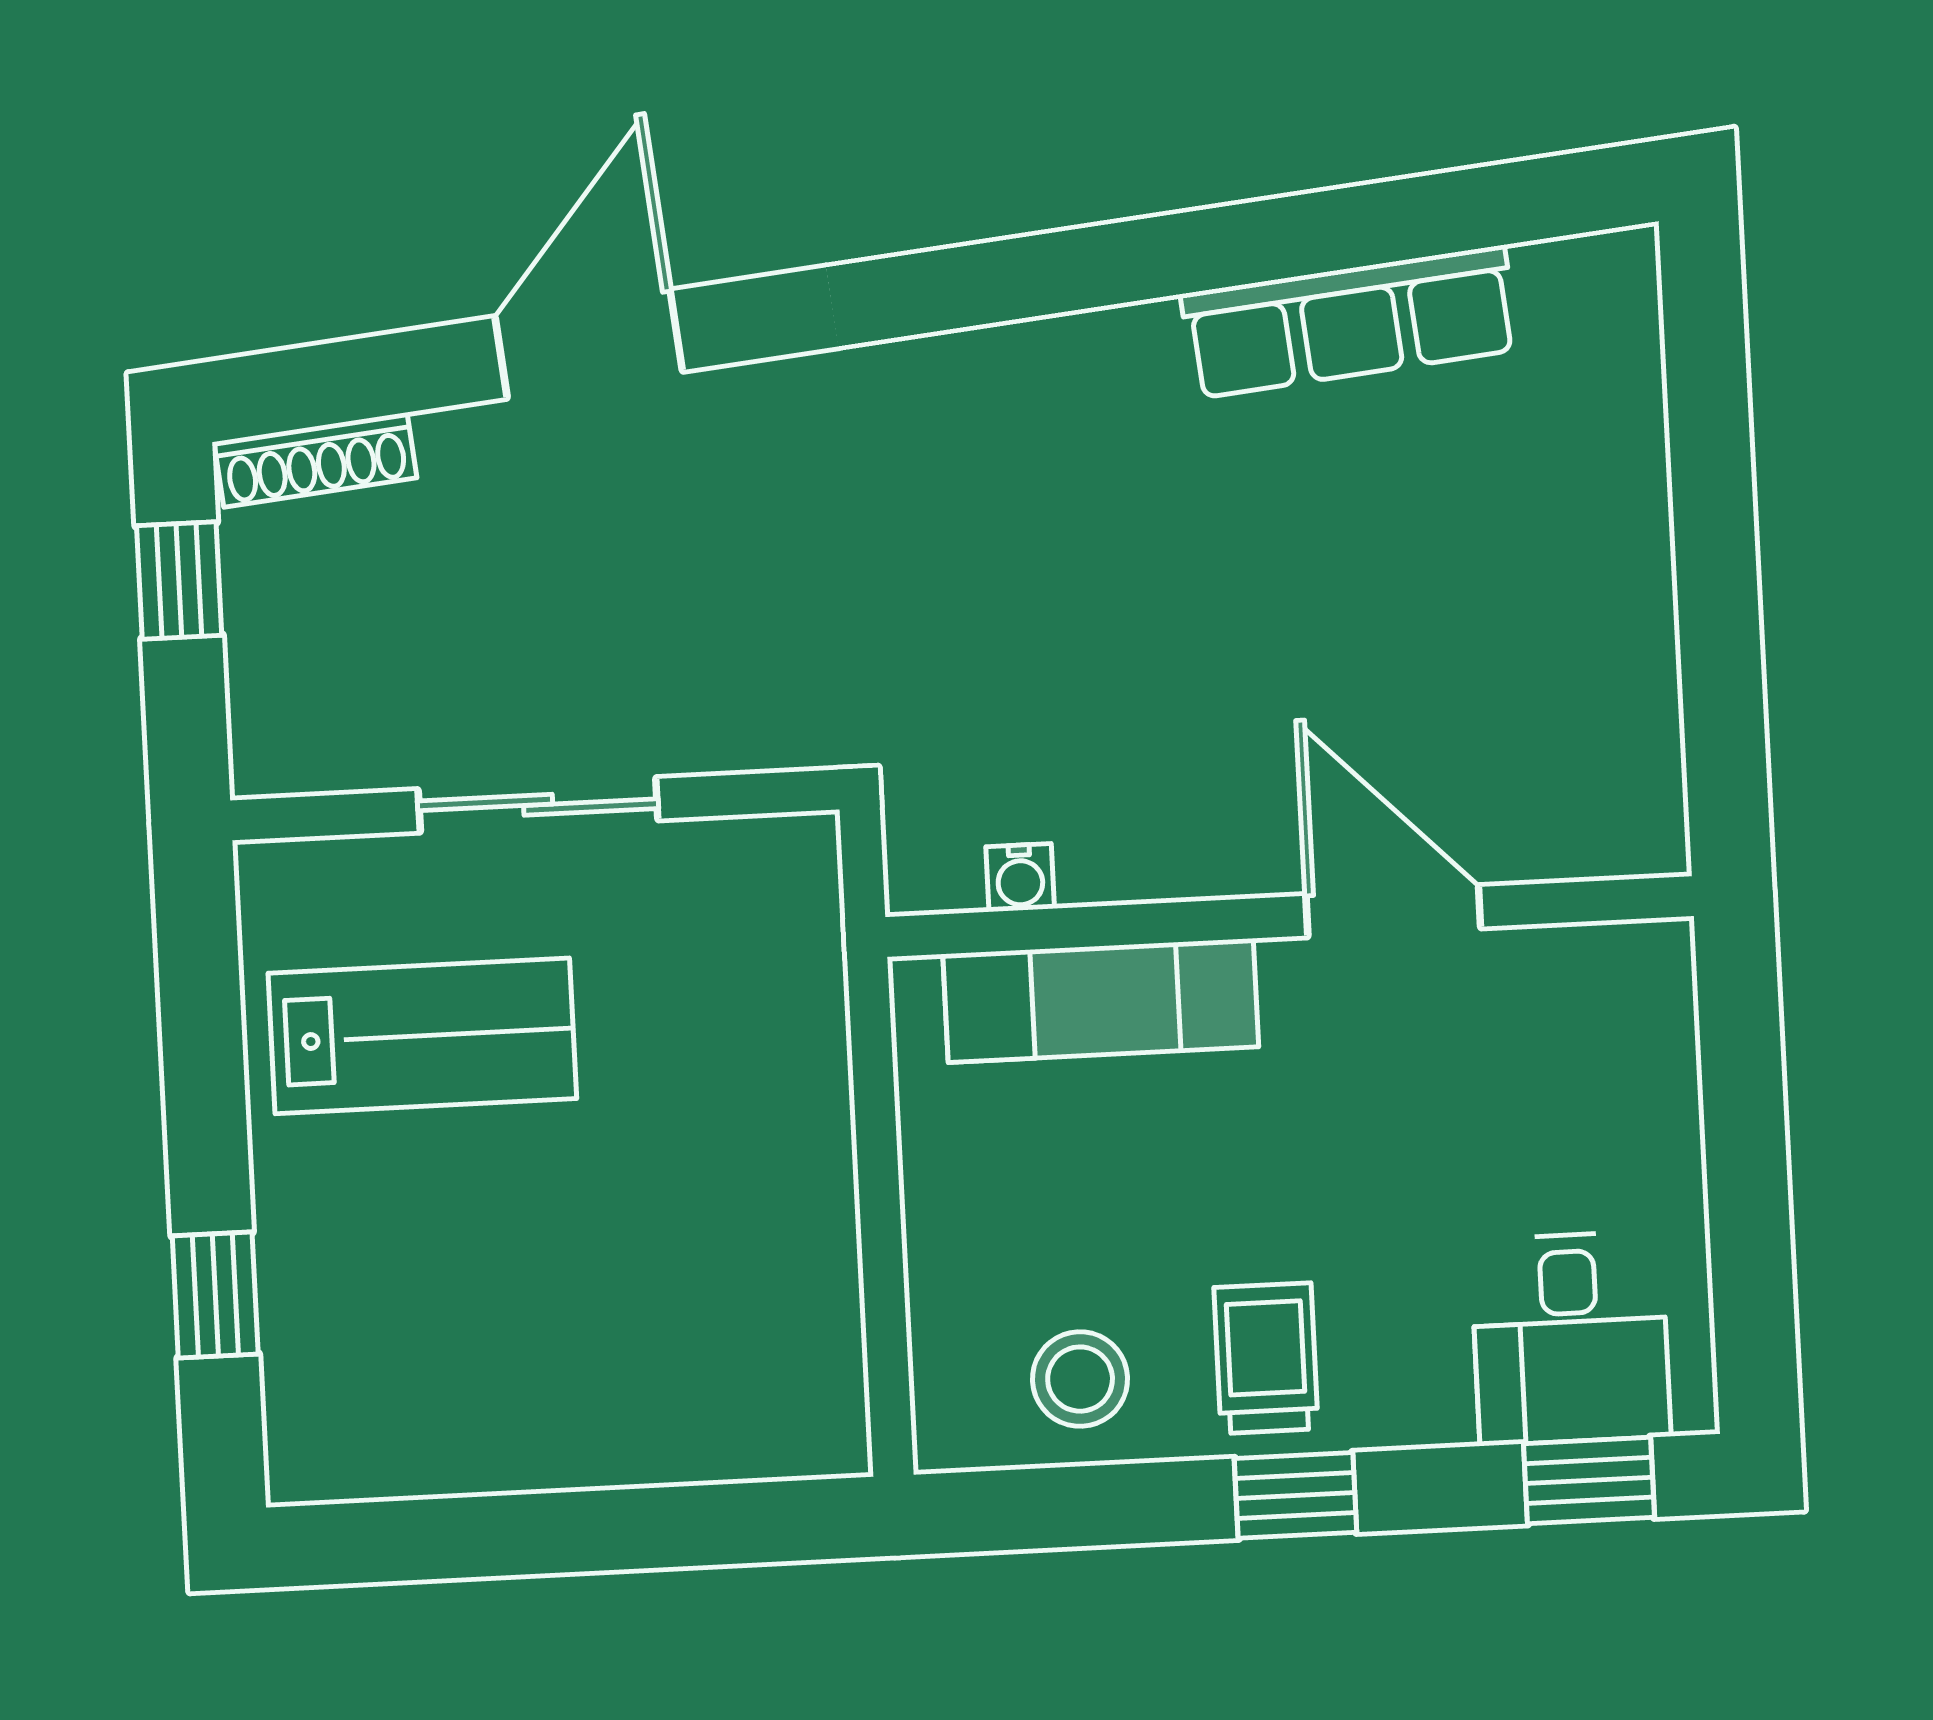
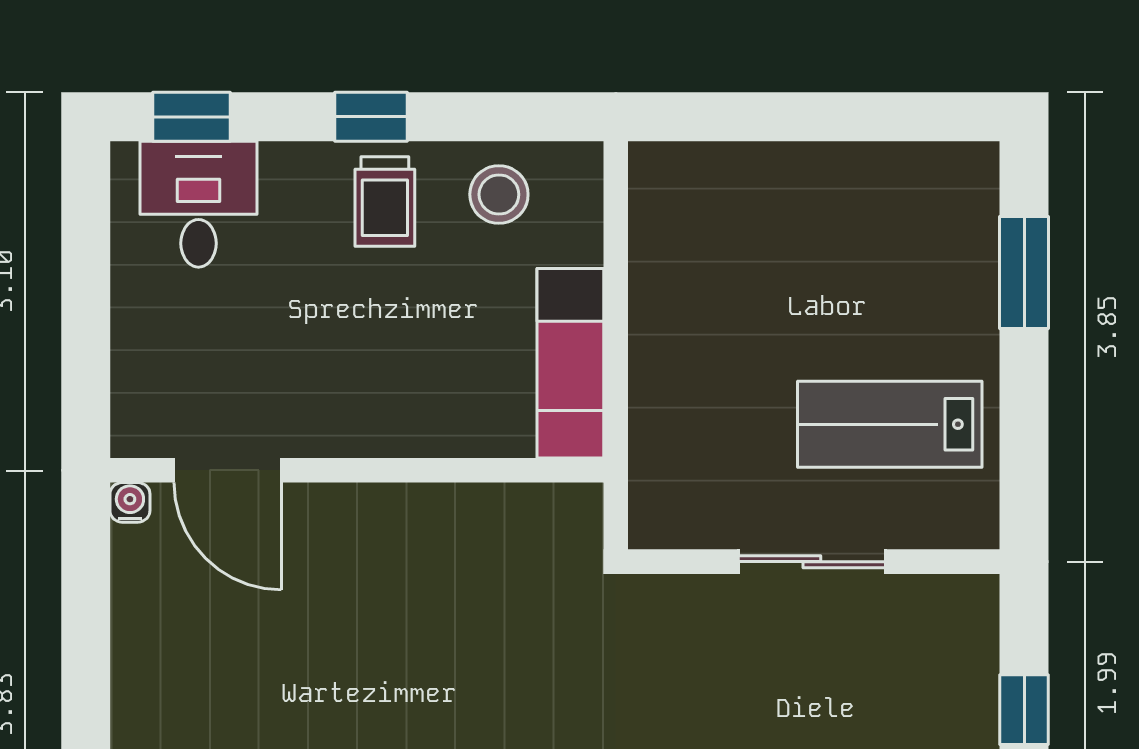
water cooler: (1020, 878) -> (130, 502), moved
door: (1393, 911) -> (228, 470), moved
exam couch: (1101, 1001) -> (570, 363), moved, turned -90
window: (215, 1295) -> (1024, 273), width x1.50

